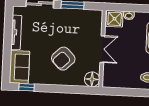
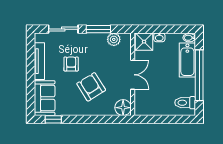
plant: (86, 15) -> (114, 39), added
armchair: (46, 36) -> (71, 64), added
armchair: (63, 59) -> (91, 87), turned 102

